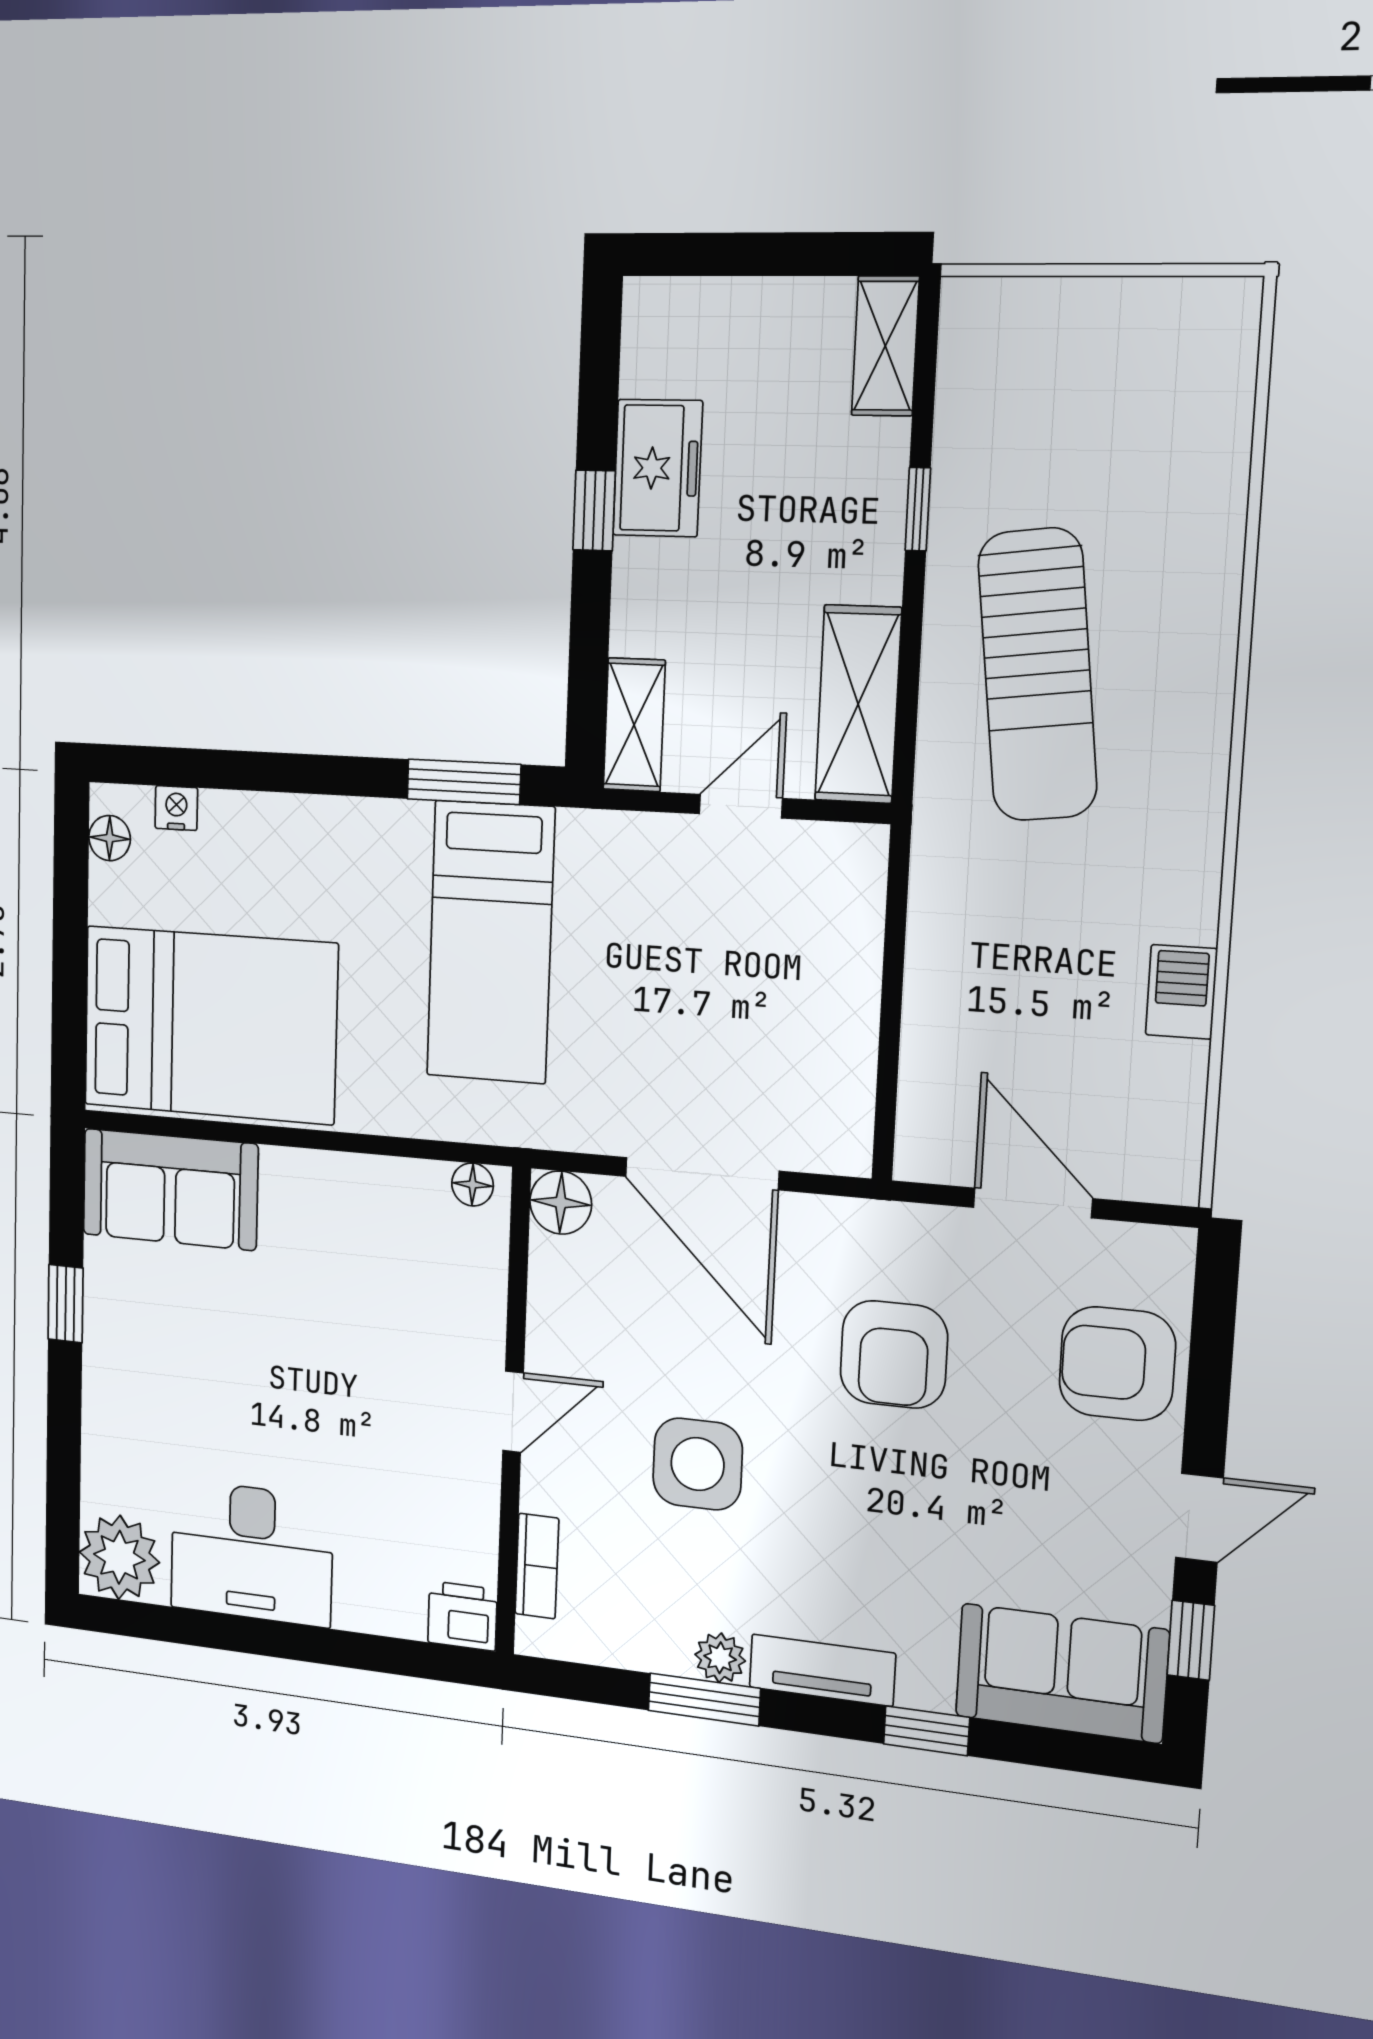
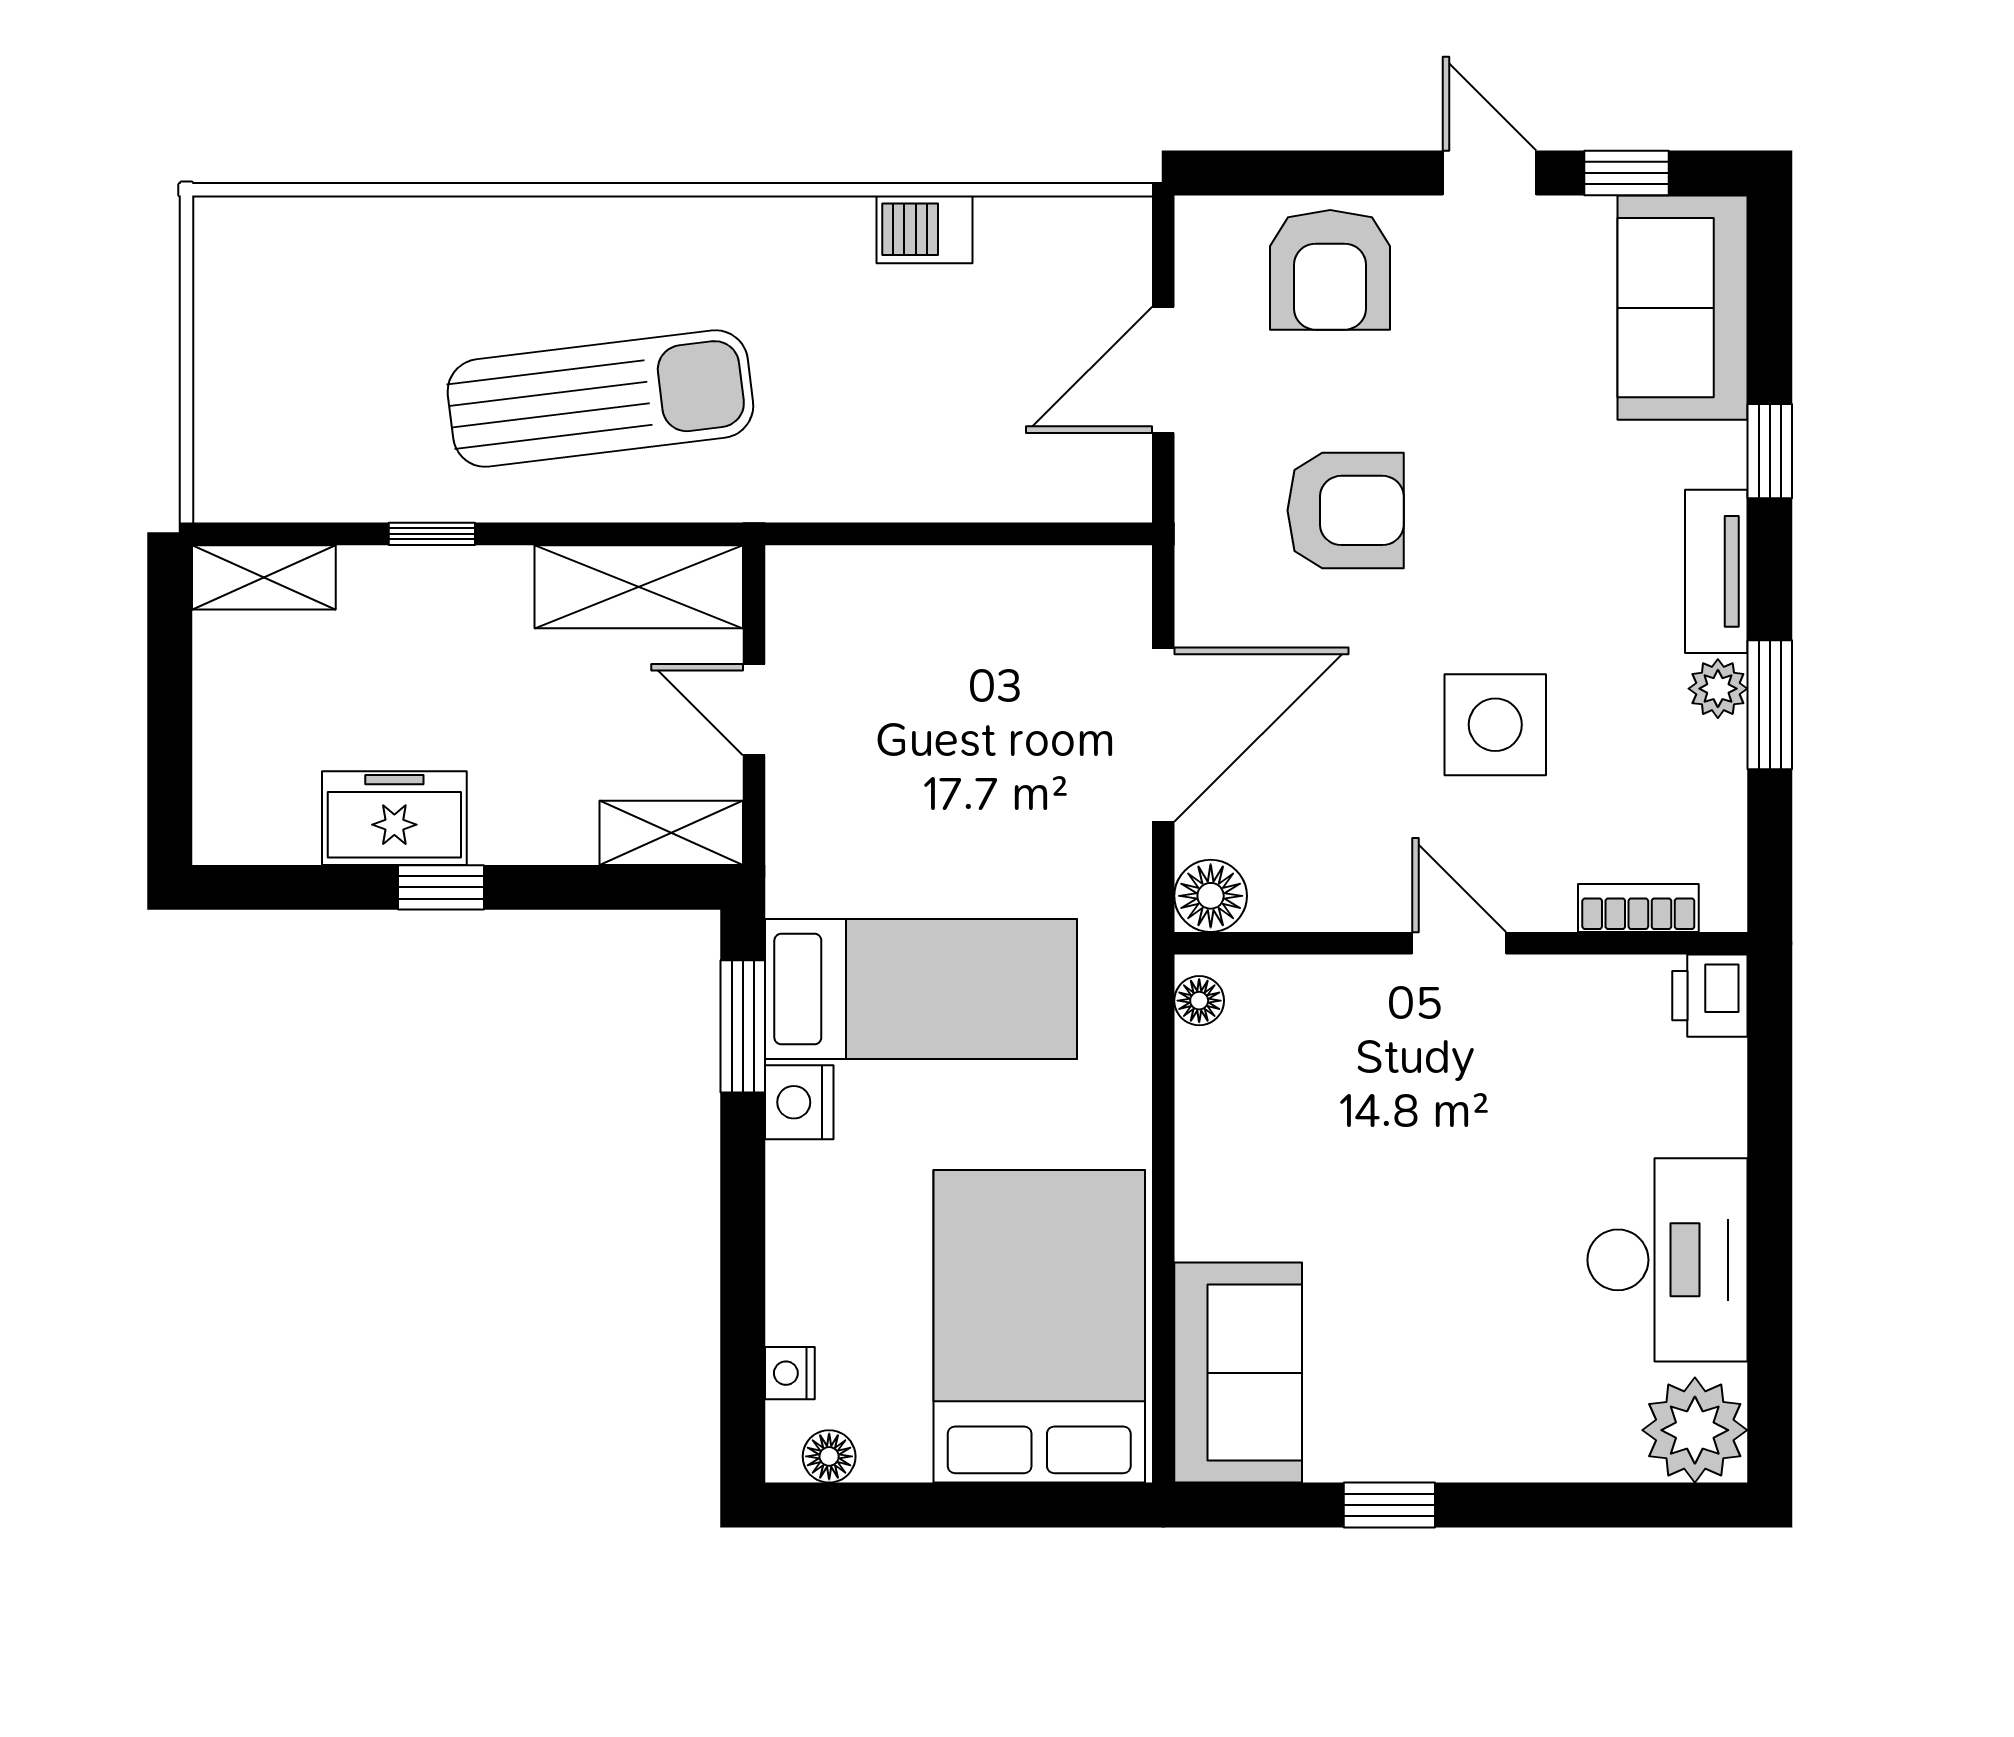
nightstand: (398, 829) -> (799, 1102), added

